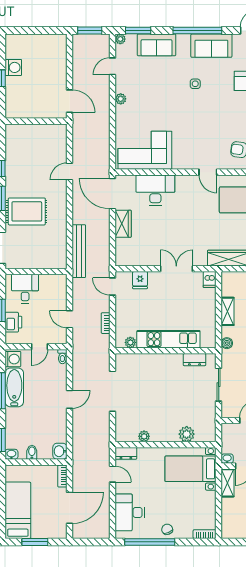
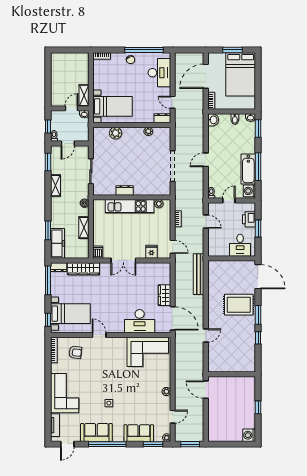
washing machine: (13, 67) -> (249, 435), moved
dresser: (195, 360) -> (125, 190), moved
bed: (18, 510) -> (241, 74), width x1.50

